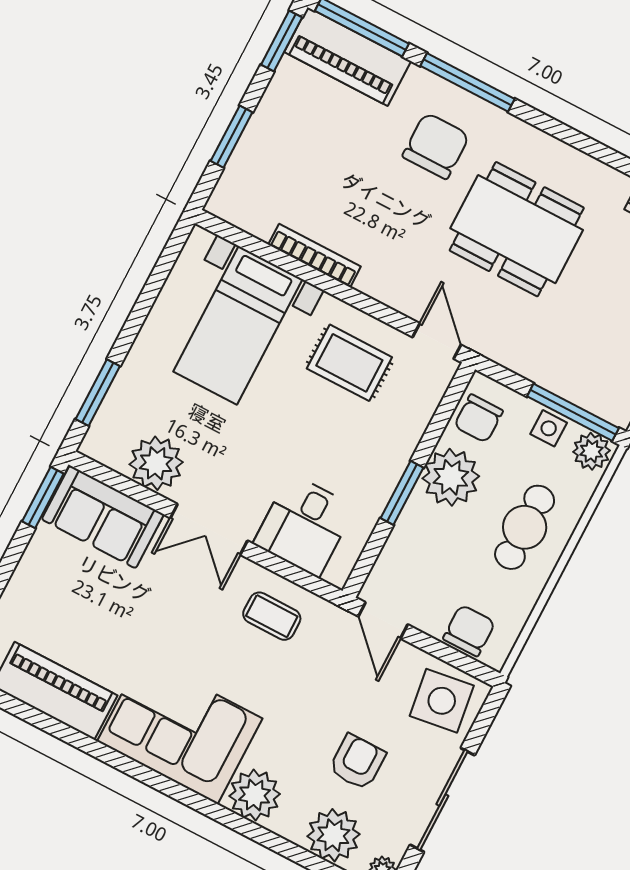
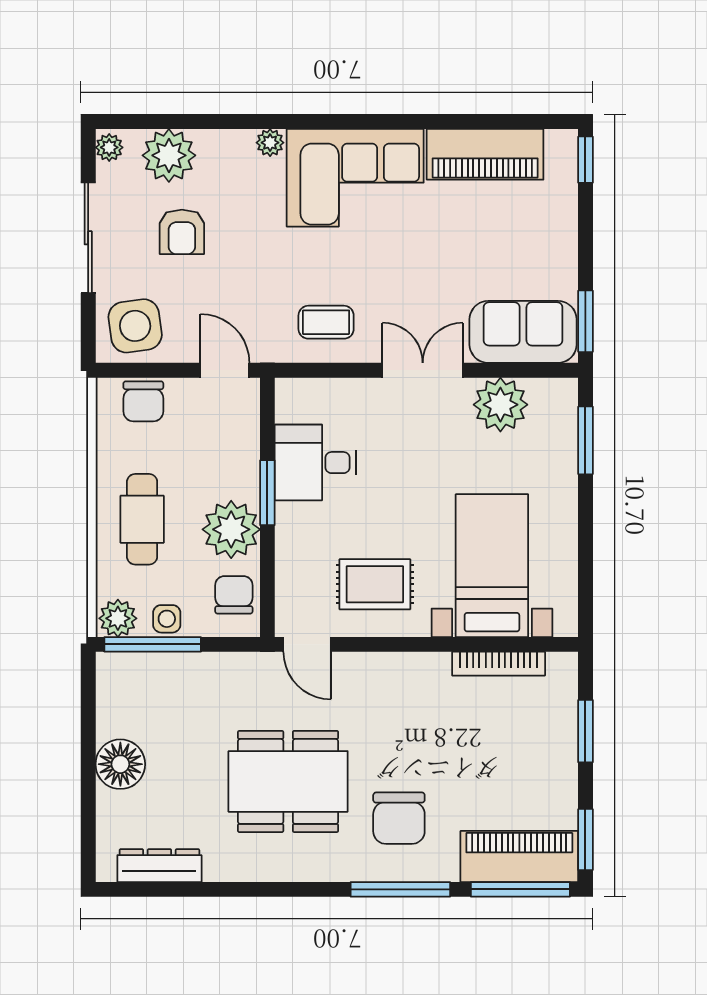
bookcase: (315, 256) -> (499, 664), moved
desk: (304, 525) -> (315, 463), moved, turned -90
plant: (255, 795) -> (270, 143), width x0.53, depth x0.53

